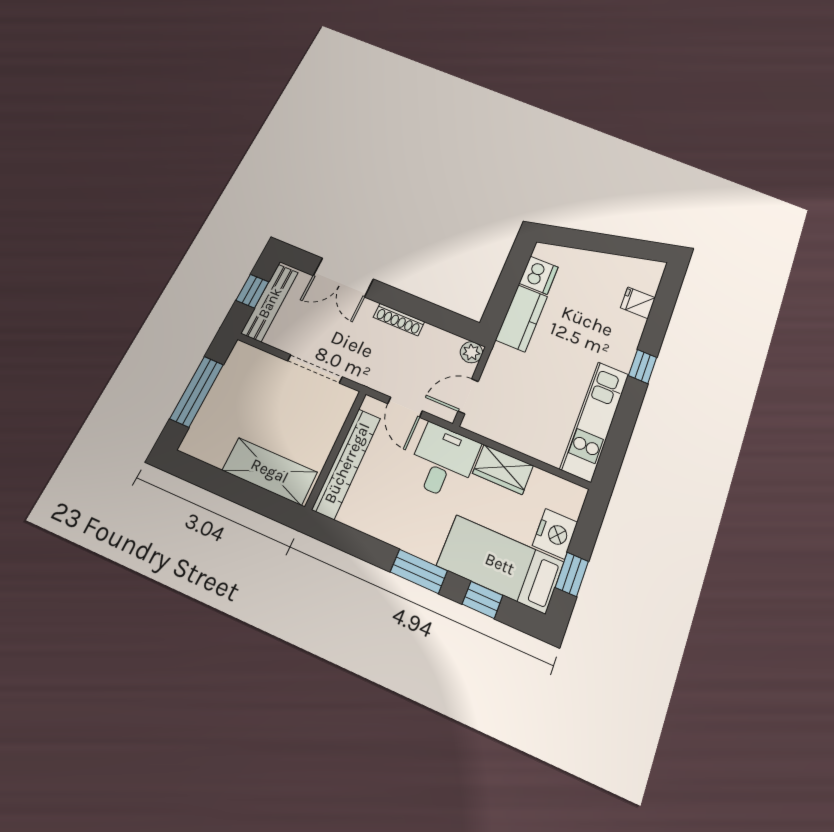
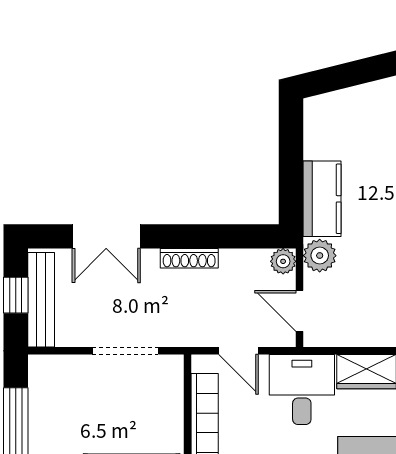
dishwasher: (539, 275) -> (321, 139), removed
plant: (502, 360) -> (320, 256), added
door: (468, 396) -> (300, 311), hinge flipped

